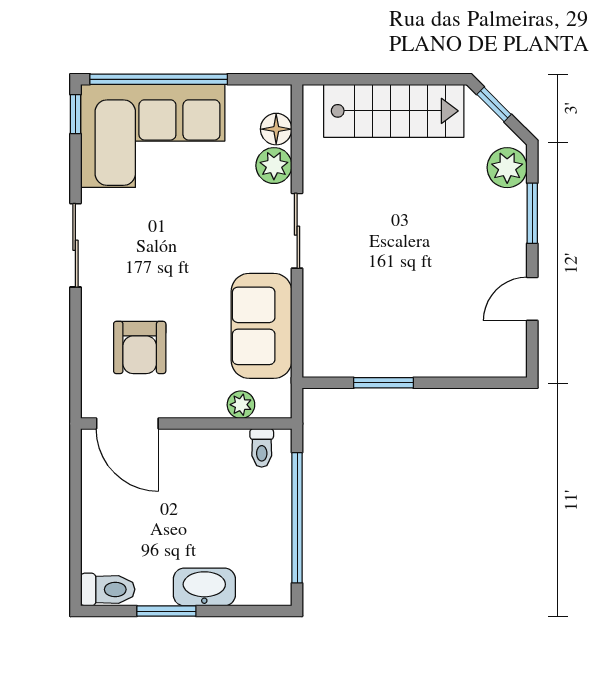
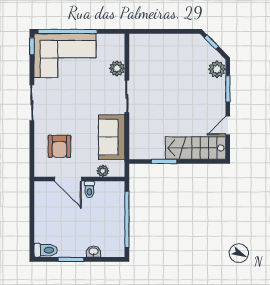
stairs: (394, 111) -> (196, 148), moved, turned 180
floor lamp: (276, 129) -> (118, 53), removed
door: (127, 424) -> (68, 179), moved
toilet: (262, 448) -> (89, 189), moved
washbasin: (204, 587) -> (94, 252), width x0.52, depth x0.69

